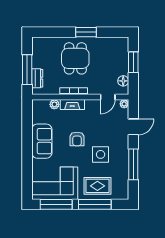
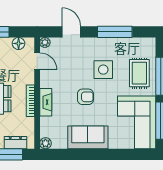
plant: (54, 104) -> (45, 143), moved

